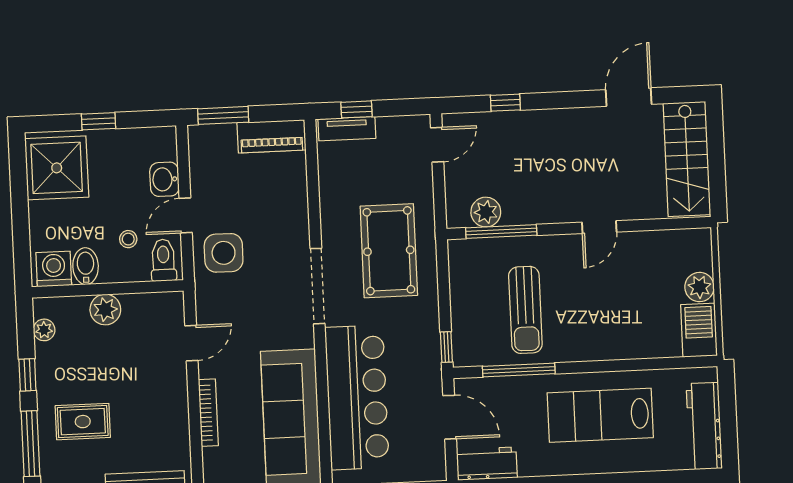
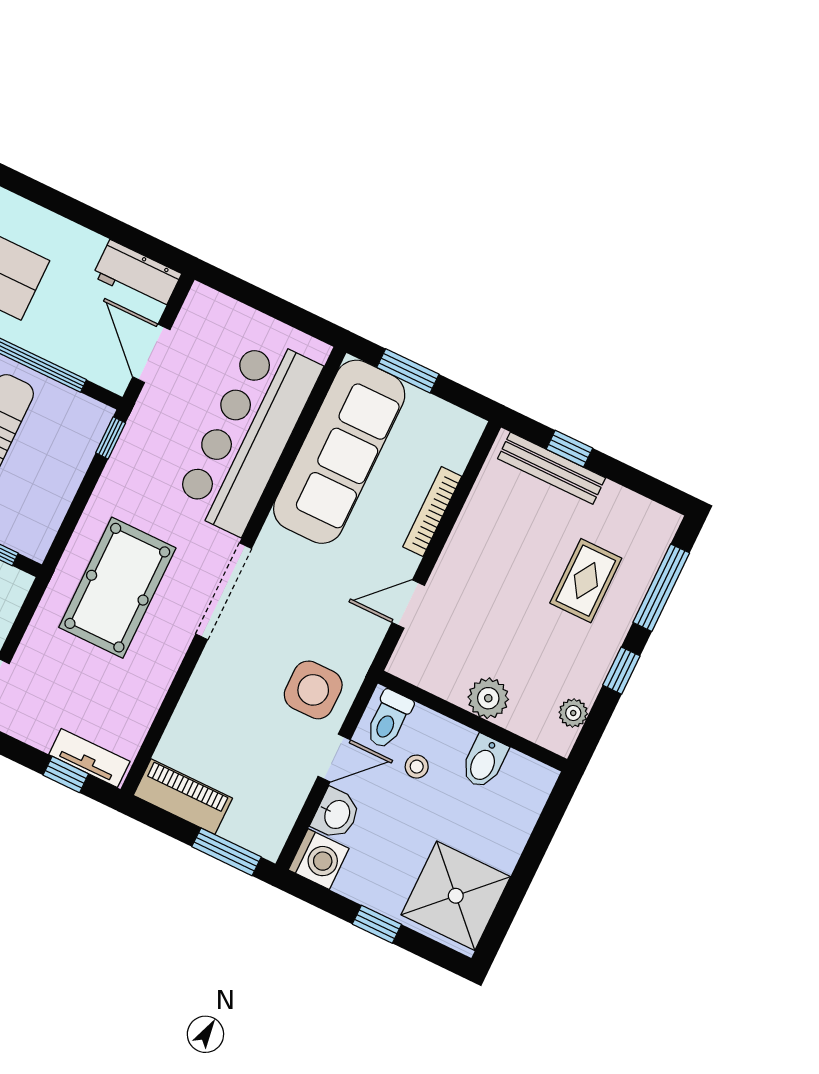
washing machine: (54, 269) -> (319, 859), moved, turned -90
rug: (83, 422) -> (586, 581), turned 90

